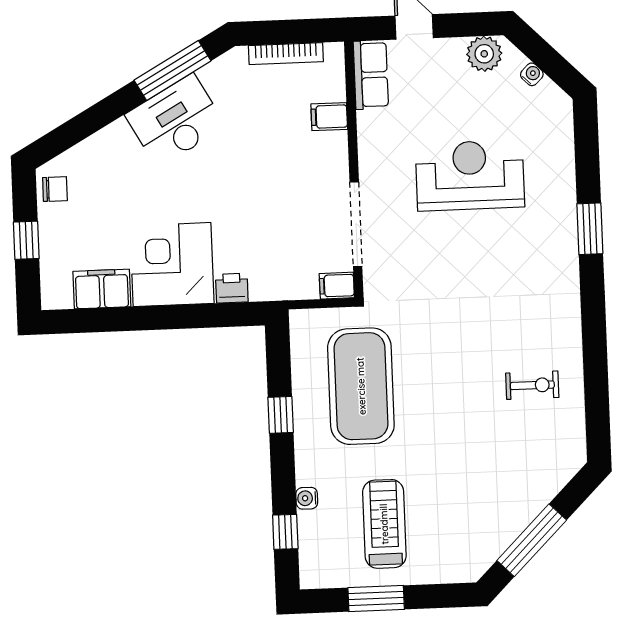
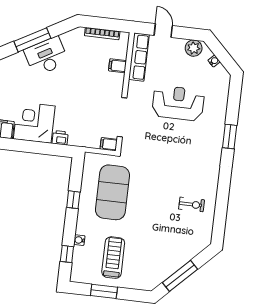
window: (173, 70) -> (32, 40), moved
row of seats: (371, 75) -> (139, 57), width x1.48

